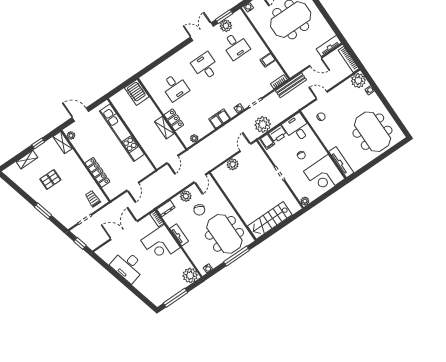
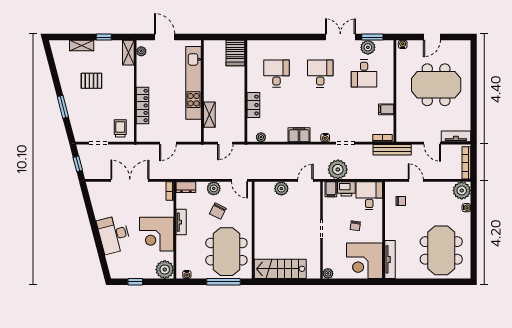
desk: (175, 87) -> (276, 74), turned 180
shelving: (164, 128) -> (209, 115), moved
door: (200, 178) -> (240, 180), hinge flipped
corner desk: (161, 244) -> (157, 234), moved
desk: (128, 266) -> (114, 235), moved
window: (175, 298) -> (135, 282), width x0.46

